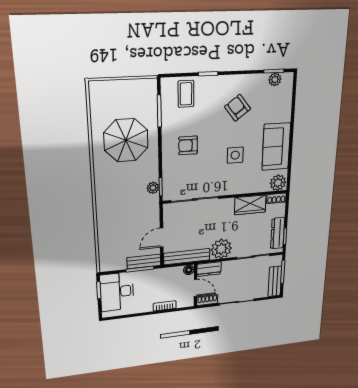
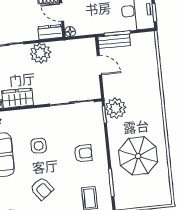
plant: (153, 188) -> (116, 108), width x1.87, depth x1.87
door: (162, 238) -> (99, 65), hinge flipped
bench: (187, 257) -> (74, 46), removed

